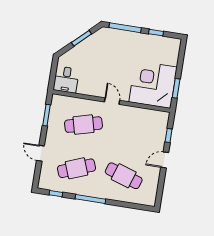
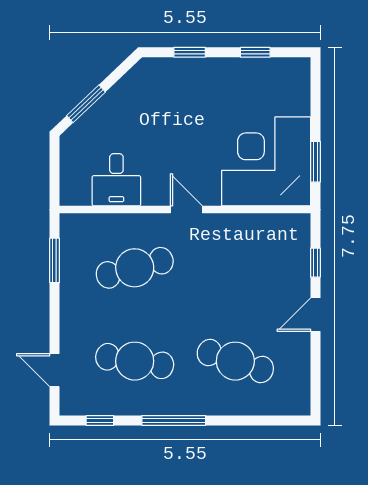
window: (125, 28) -> (190, 52), width x0.46
window: (81, 38) -> (86, 104), moved
desk: (66, 80) -> (116, 180), moved
door: (40, 153) -> (55, 370), moved
cafe table: (77, 168) -> (135, 361), turned 30

